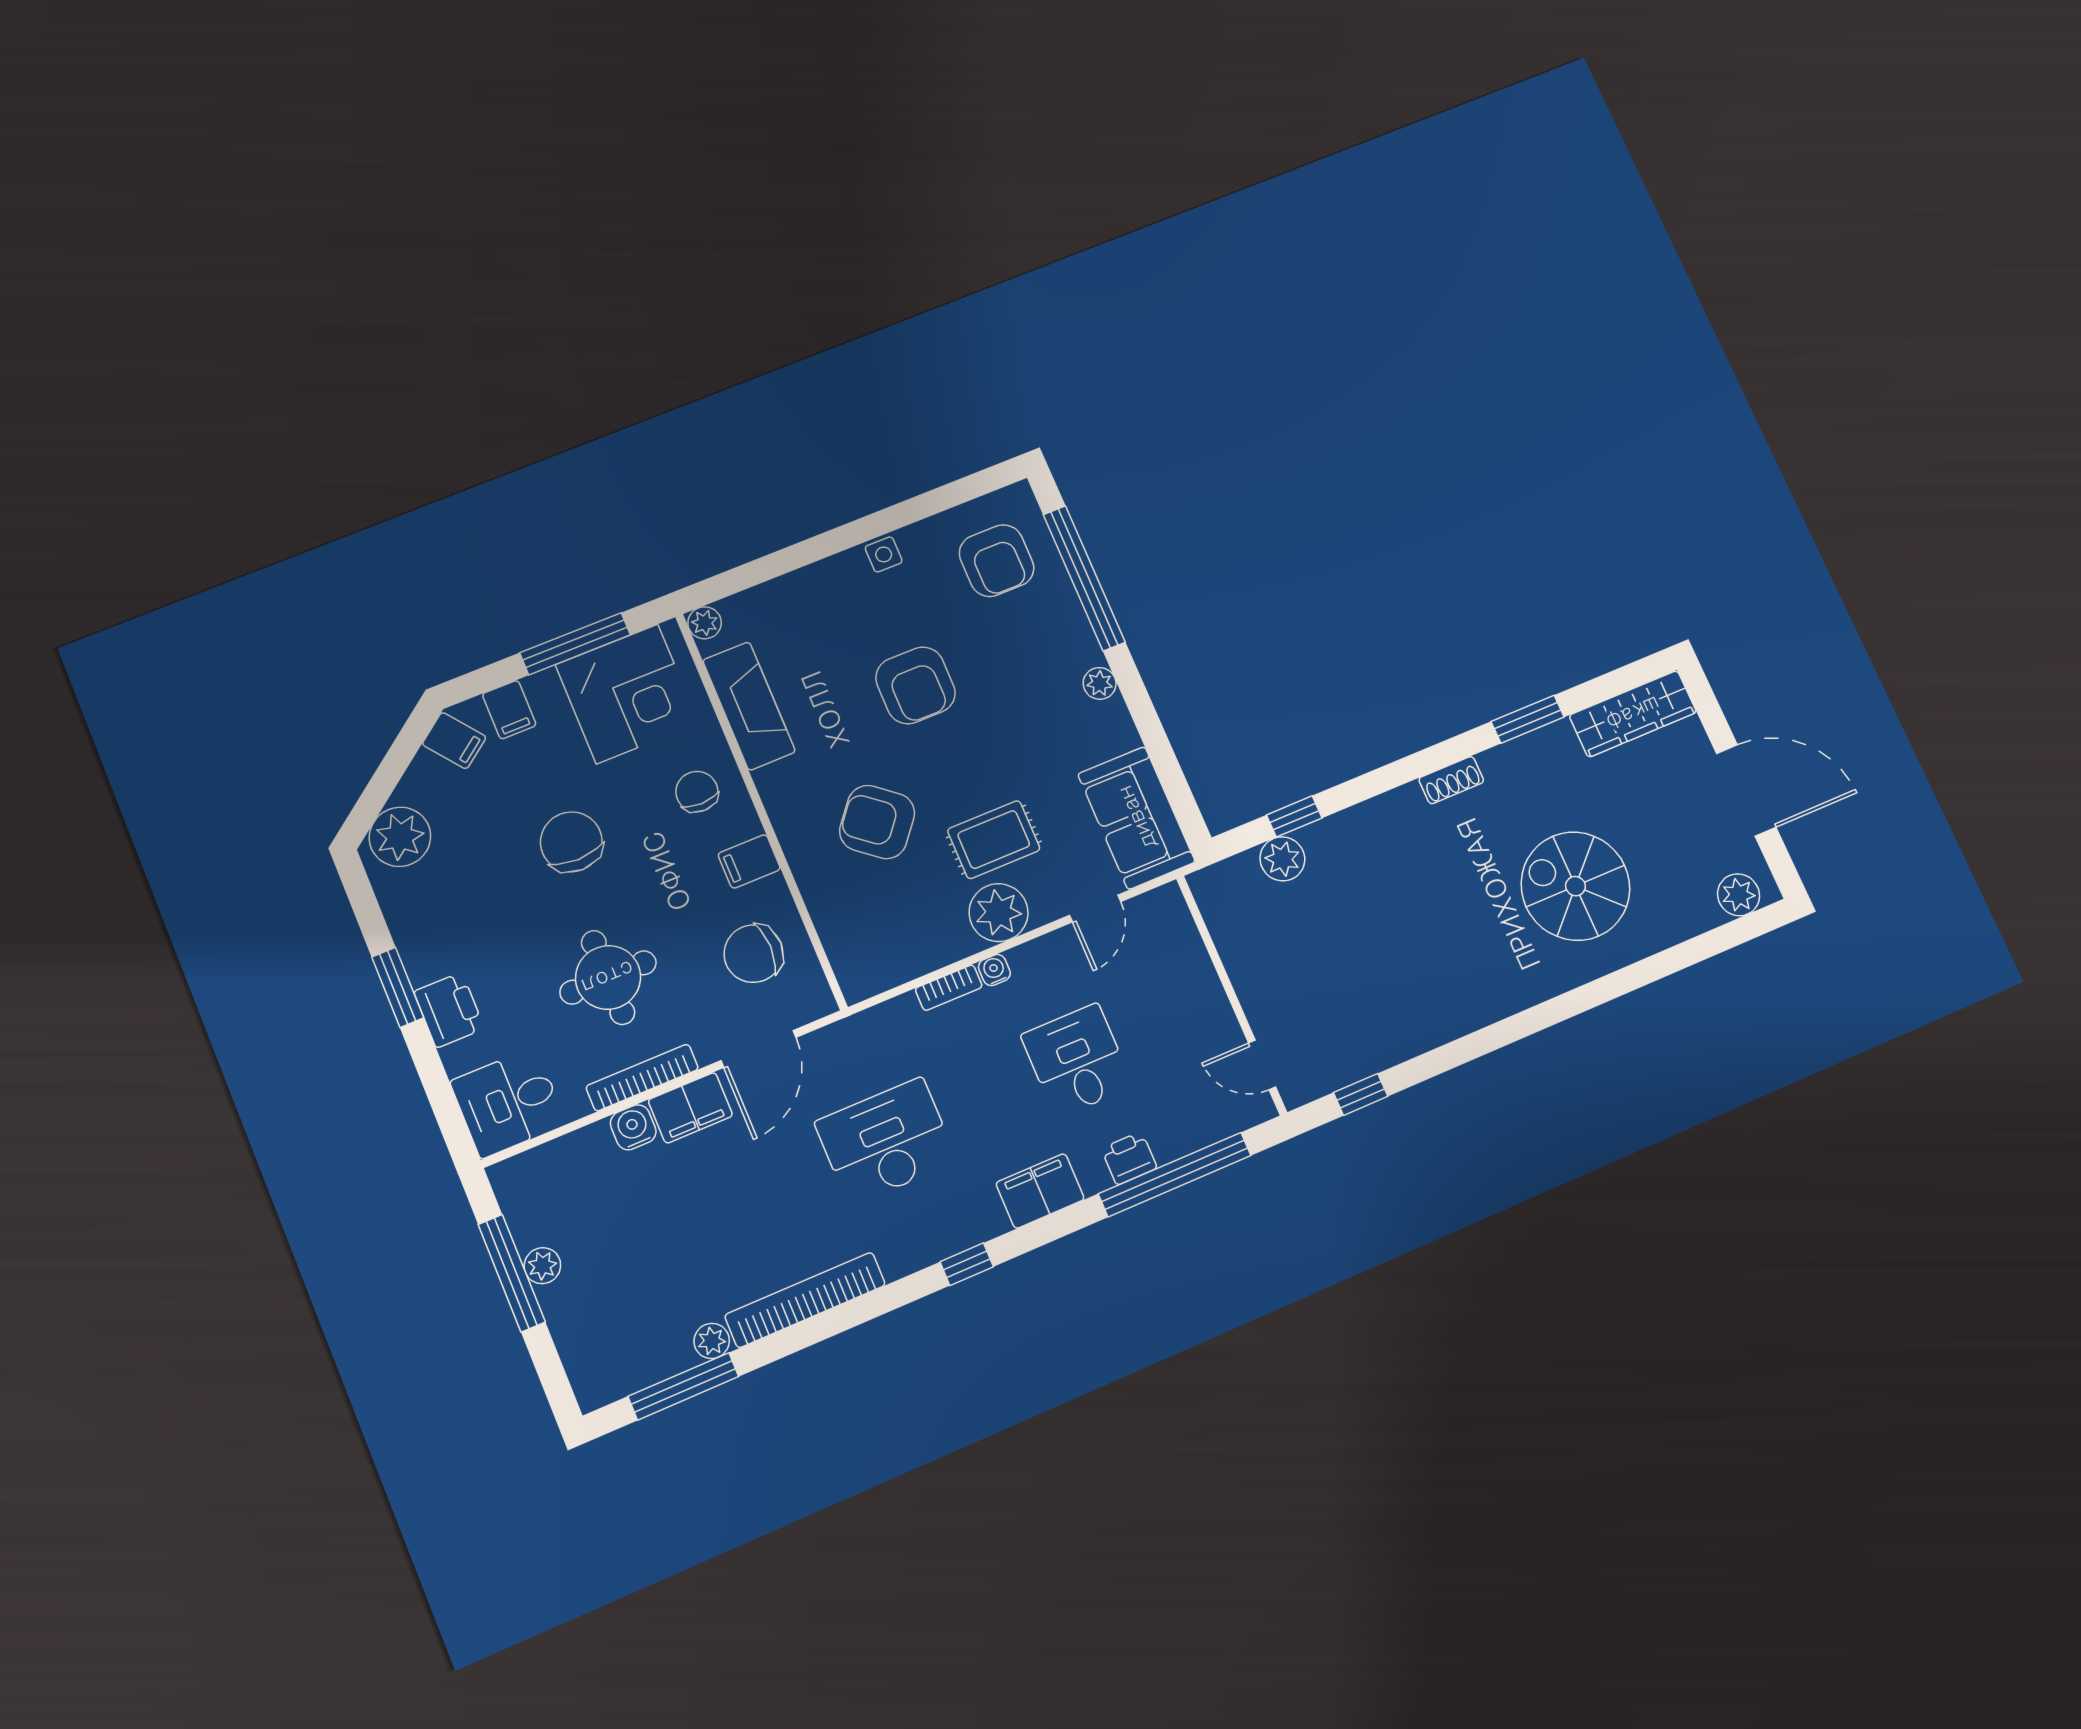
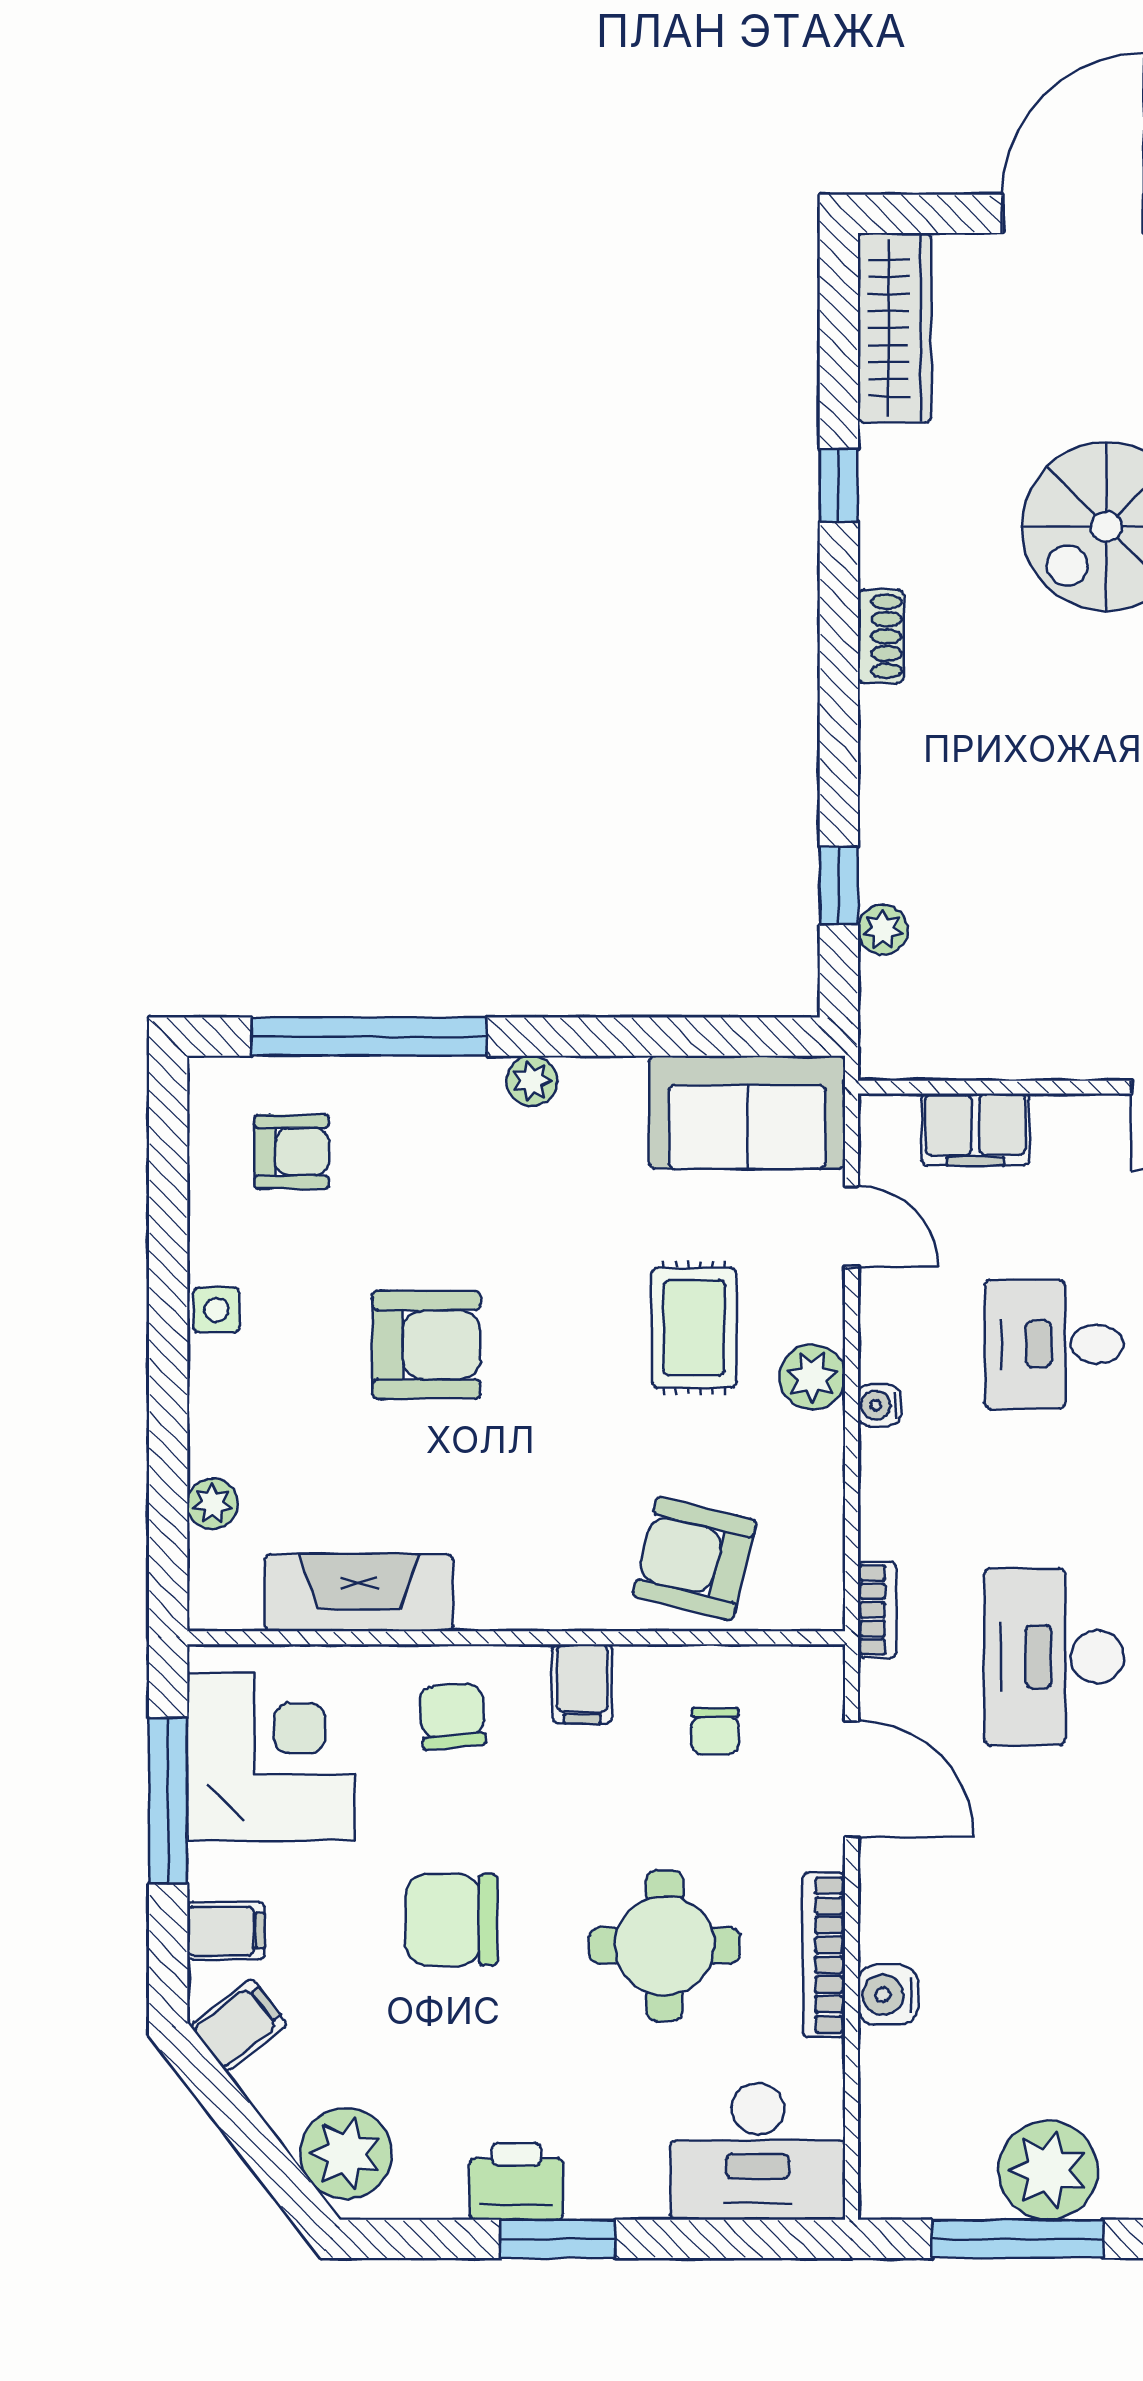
armchair: (997, 561) -> (292, 1152), width x0.72, depth x0.72
plant: (705, 623) -> (212, 1504), moved
window: (1528, 719) -> (839, 485), width x0.67
chair: (697, 792) -> (452, 1716), turned 85
armchair: (877, 822) -> (695, 1558), moved, turned 65
plant: (1282, 859) -> (883, 930), width x0.73, depth x0.73
plant: (999, 913) -> (812, 1377), width x0.73, depth x0.73
chair: (753, 954) -> (715, 1731), width x0.54, depth x0.54
bookcase: (949, 988) -> (877, 1610), moved
printer: (449, 1010) -> (516, 2181), moved
desk: (508, 1103) -> (758, 2151), width x1.37
filing cabinet: (690, 1108) -> (975, 1130), moved, turned 90
plant: (542, 1266) -> (1048, 2170), width x1.87, depth x1.87

